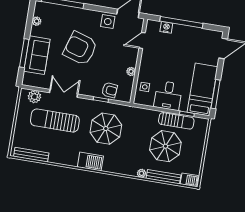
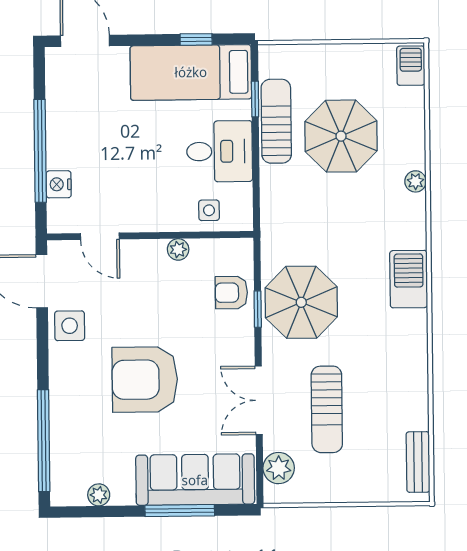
armchair: (80, 48) -> (145, 380), turned 73
sofa: (37, 55) -> (195, 480), width x1.36
armchair: (110, 90) -> (231, 293), turned -95
window: (216, 94) -> (196, 39), width x0.46
sun lounger: (55, 121) -> (327, 409), width x0.73, depth x0.75
parasol: (106, 129) -> (301, 302), moved
bench: (31, 155) -> (418, 462), width x0.73
barbecue: (90, 162) -> (409, 279), moved
bench: (163, 177) -> (414, 128), removed

